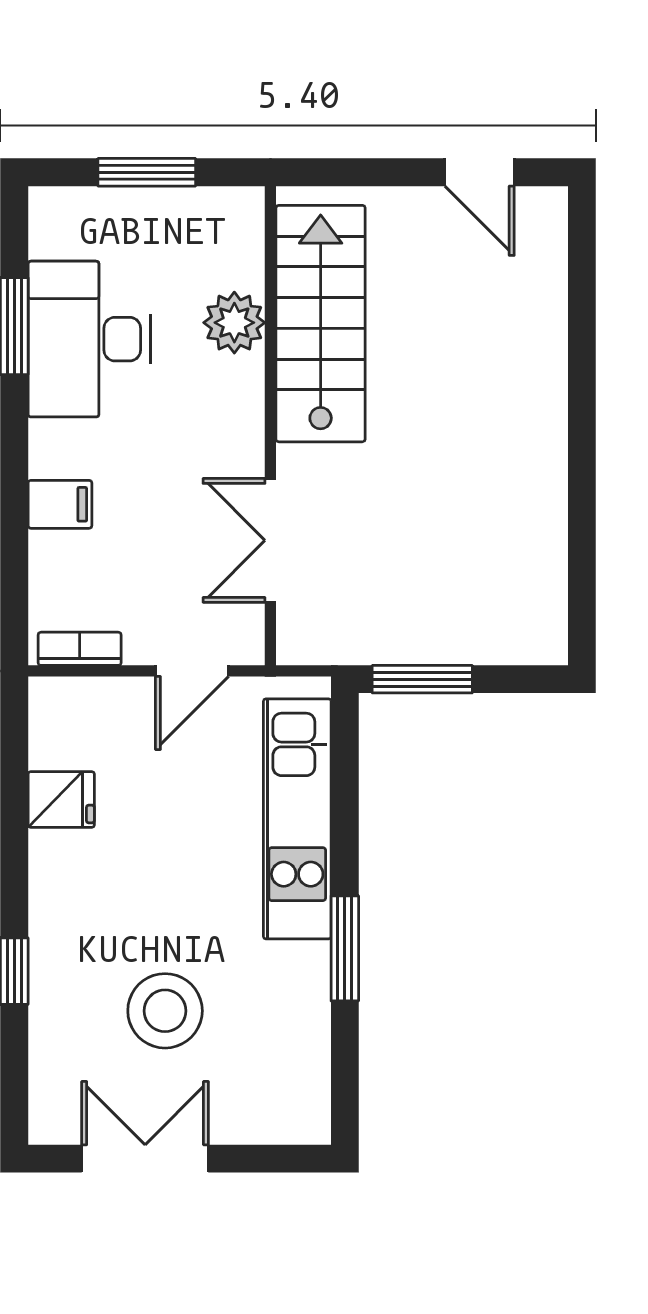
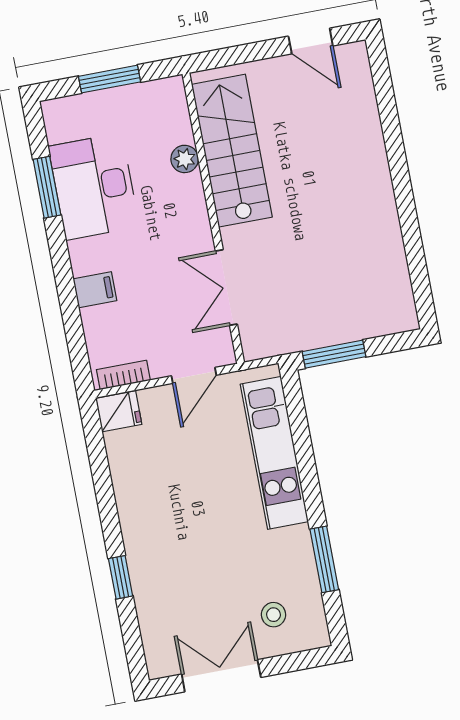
plant: (234, 323) -> (185, 159), width x0.73, depth x0.73
fridge: (61, 799) -> (119, 411), moved
window: (345, 948) -> (324, 559), moved
stool: (165, 1011) -> (273, 615), moved, width x0.53, depth x0.53

